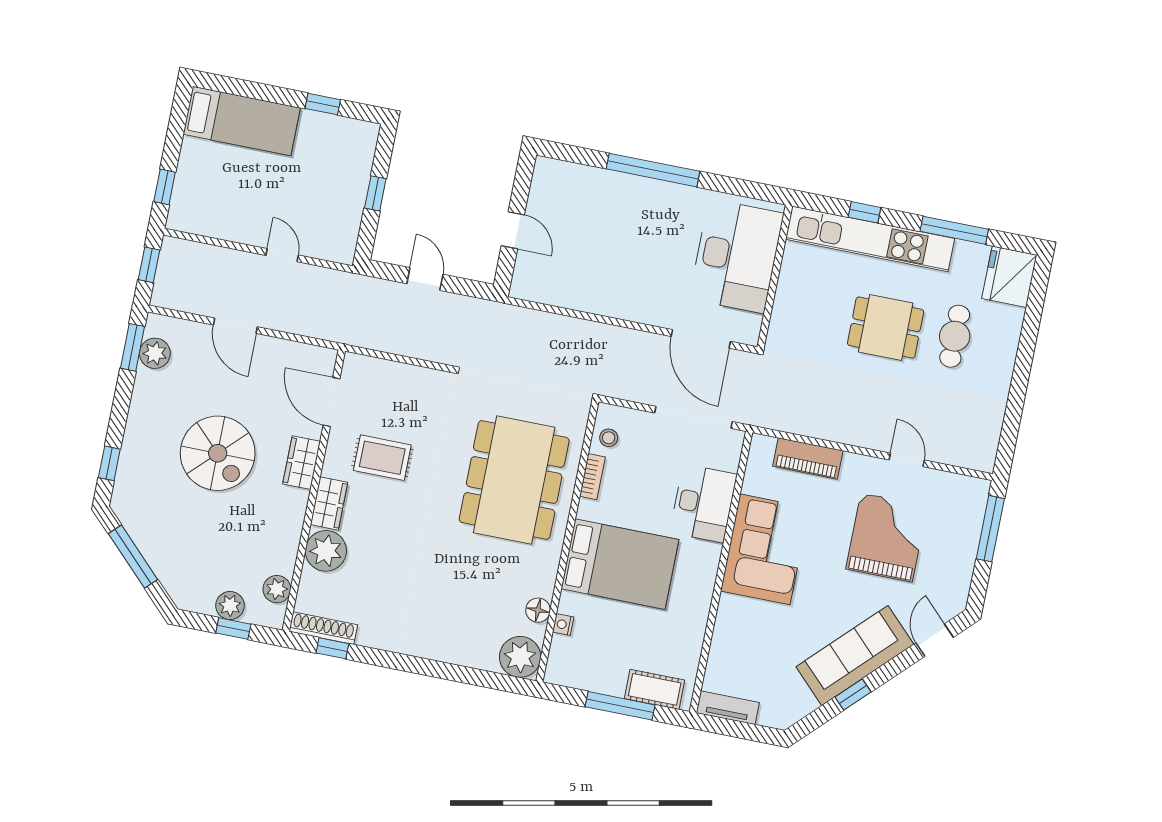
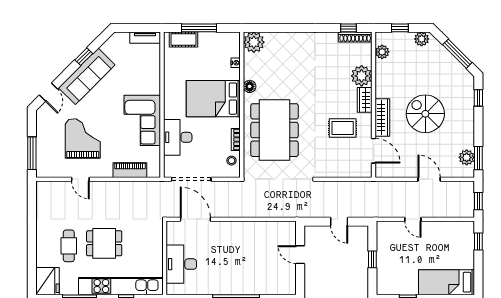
desk: (736, 256) -> (181, 264), width x0.73, depth x0.77
wardrobe: (302, 463) -> (382, 117), width x1.50
grand piano: (887, 537) -> (83, 139), turned 180
plant: (230, 606) -> (422, 39), moved
floor lamp: (538, 610) -> (250, 86), moved

